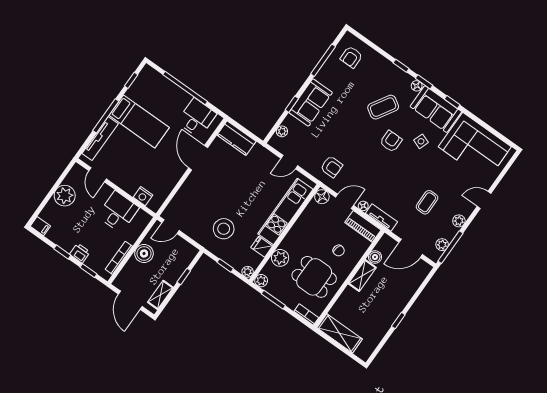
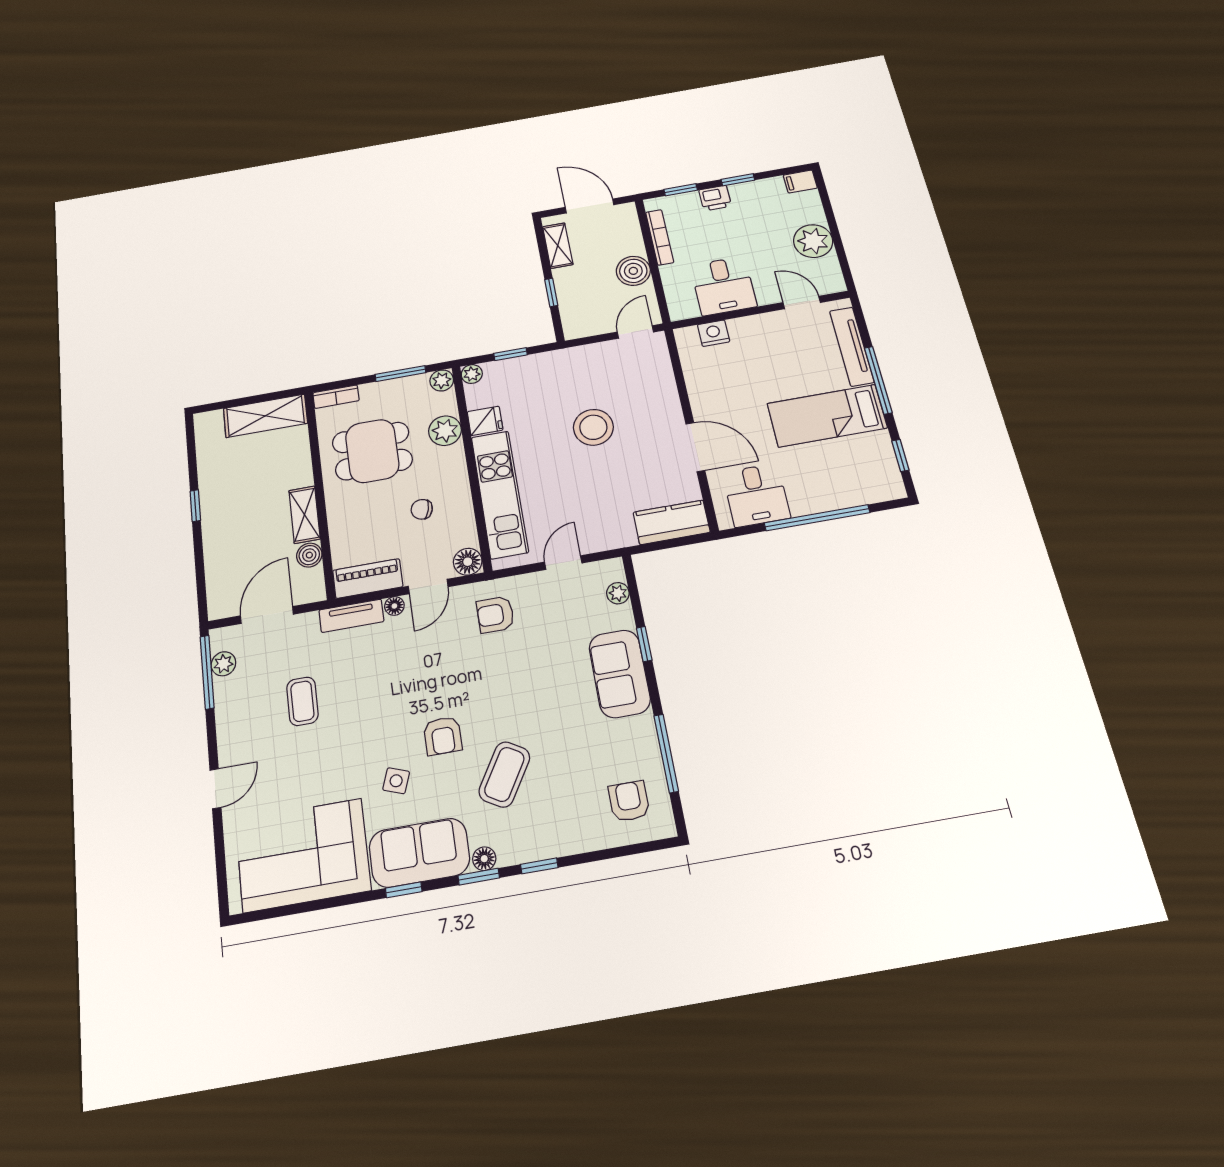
plant: (459, 221) -> (228, 721), removed
stool: (224, 229) -> (593, 427), moved
chair: (339, 251) -> (422, 509), moved

